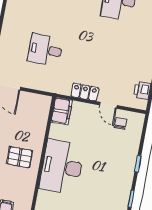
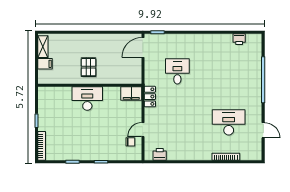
locker: (85, 92) -> (150, 97), moved
desk: (62, 167) -> (87, 99), width x0.73, depth x0.77

